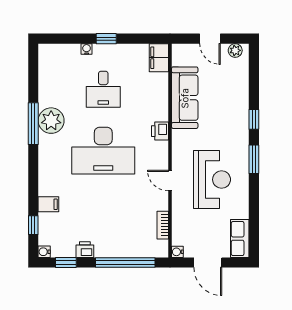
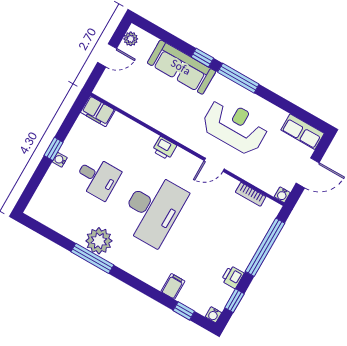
water cooler: (87, 49) -> (60, 160), moved
sofa: (185, 98) -> (181, 67), moved, turned 180
window: (254, 159) -> (238, 78), width x1.44

